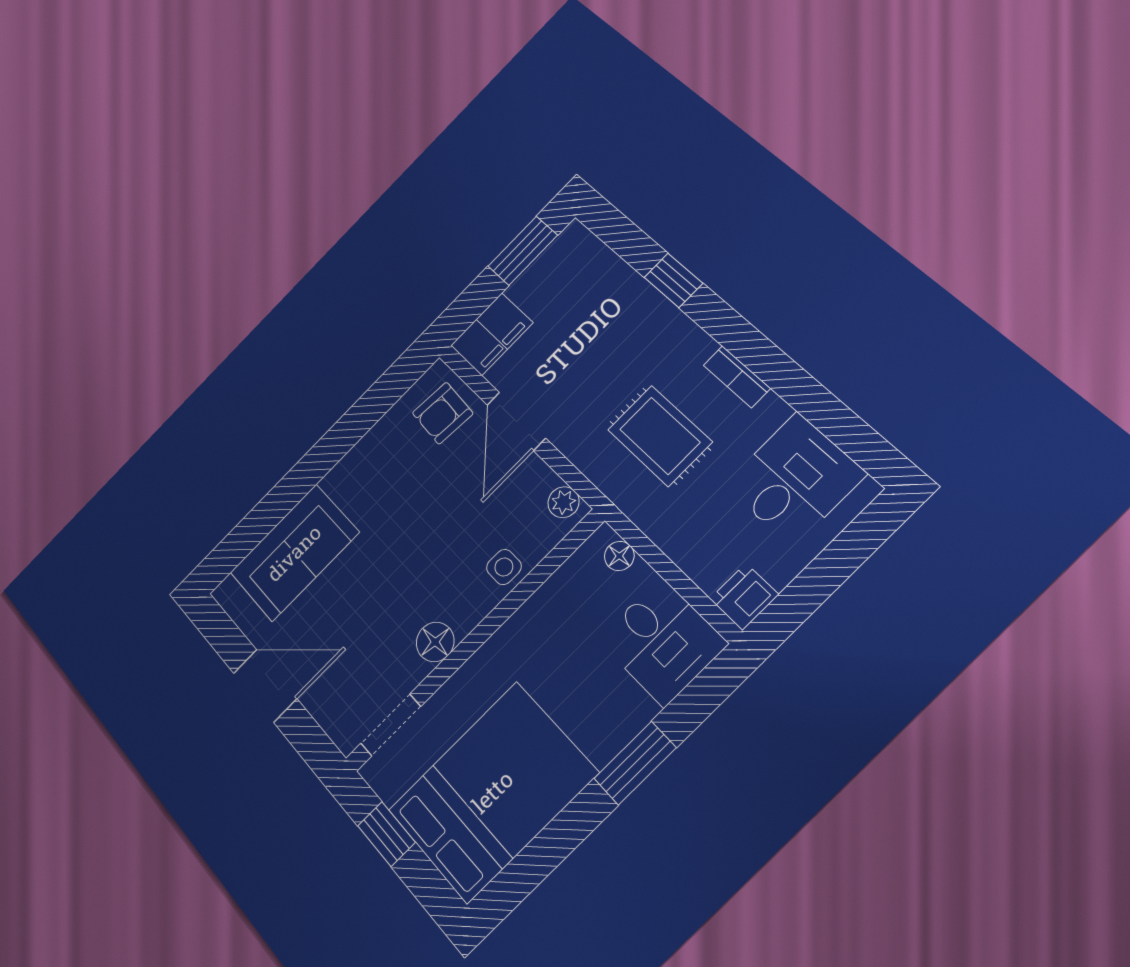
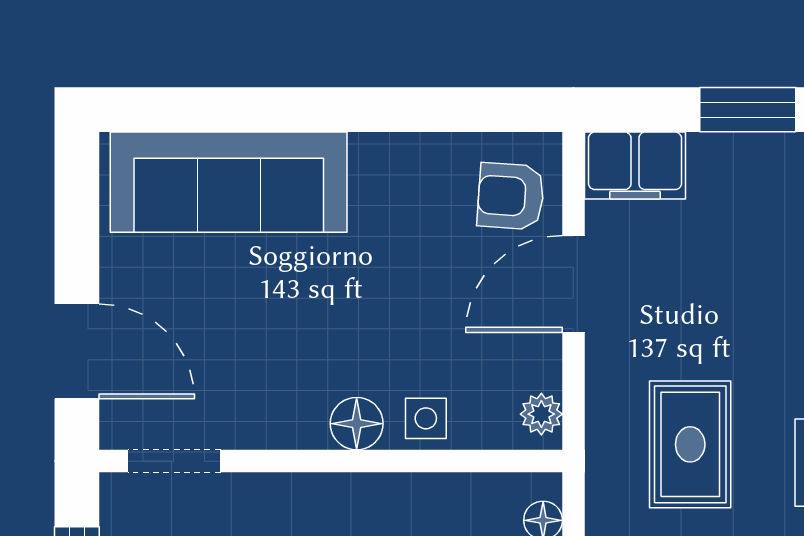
sofa: (294, 553) -> (229, 182), width x1.36
floor lamp: (435, 642) -> (357, 424), moved
door: (265, 686) -> (77, 351), moved

